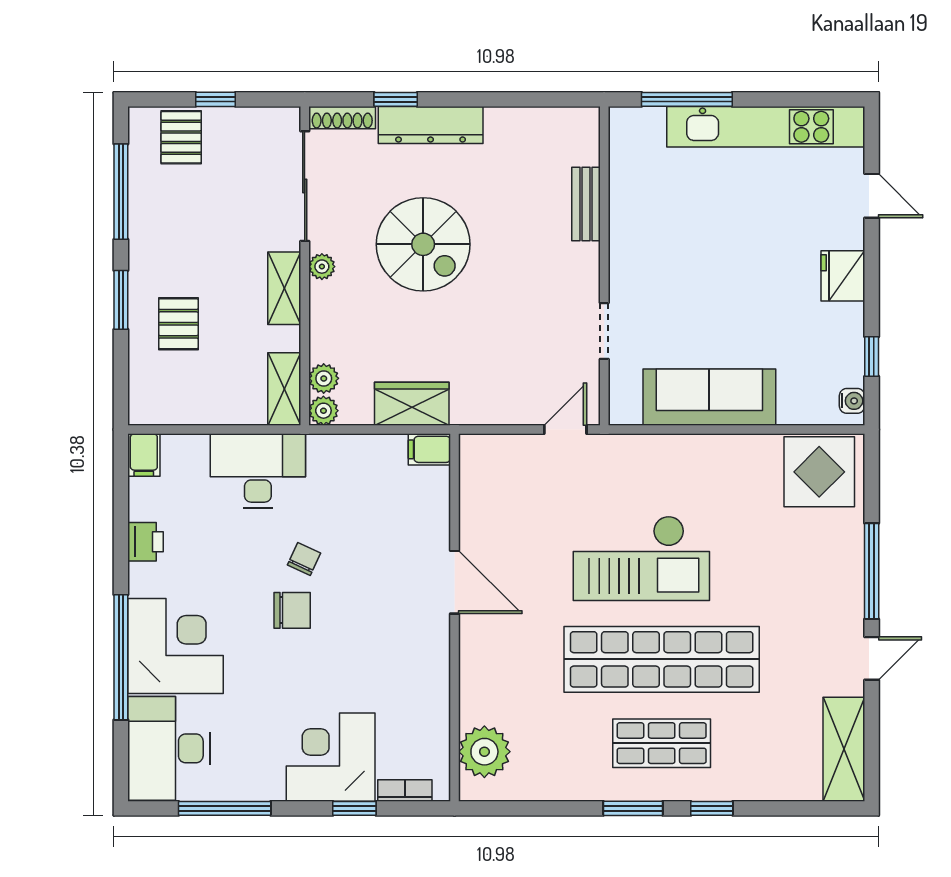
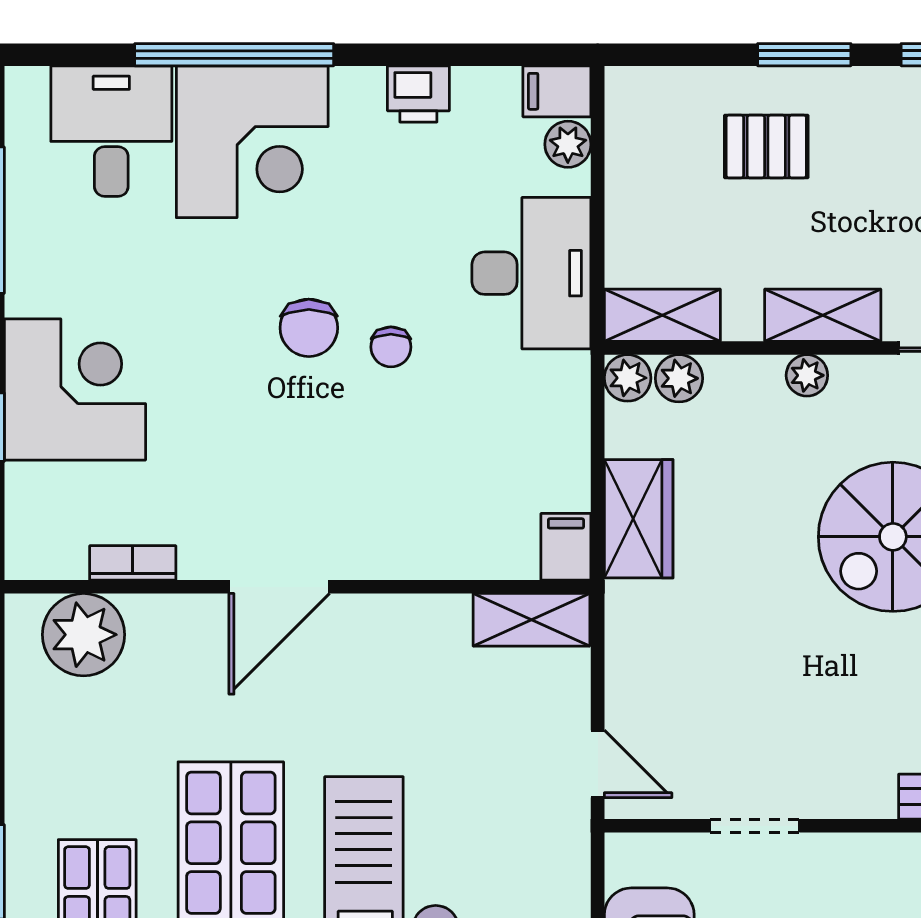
plant: (322, 267) -> (807, 375), moved
plant: (177, 448) -> (568, 144), added
shelving: (475, 471) -> (531, 620), added
chair: (304, 559) -> (391, 347), turned 65
door: (454, 582) -> (279, 587), moved
desk: (169, 748) -> (111, 131), width x0.73
bookcase: (405, 791) -> (133, 563), moved, turned -90

